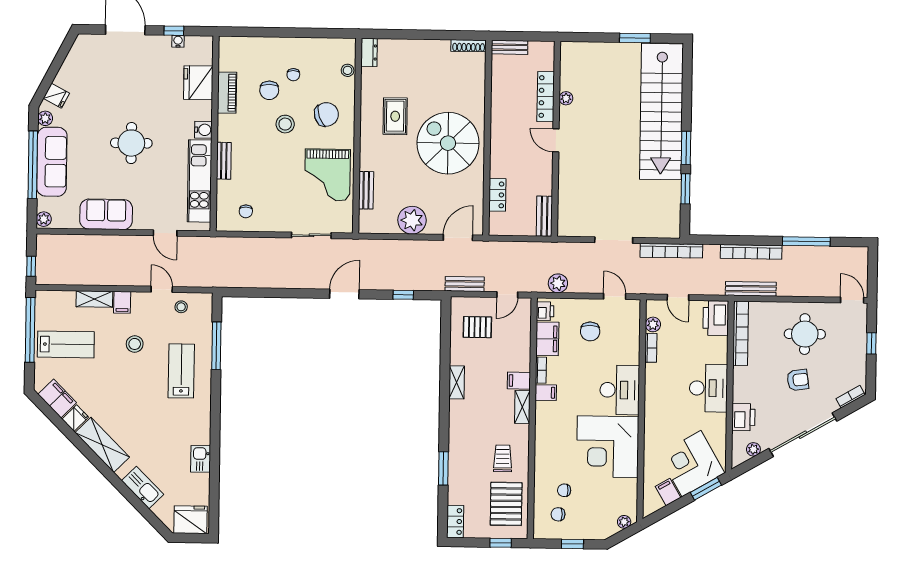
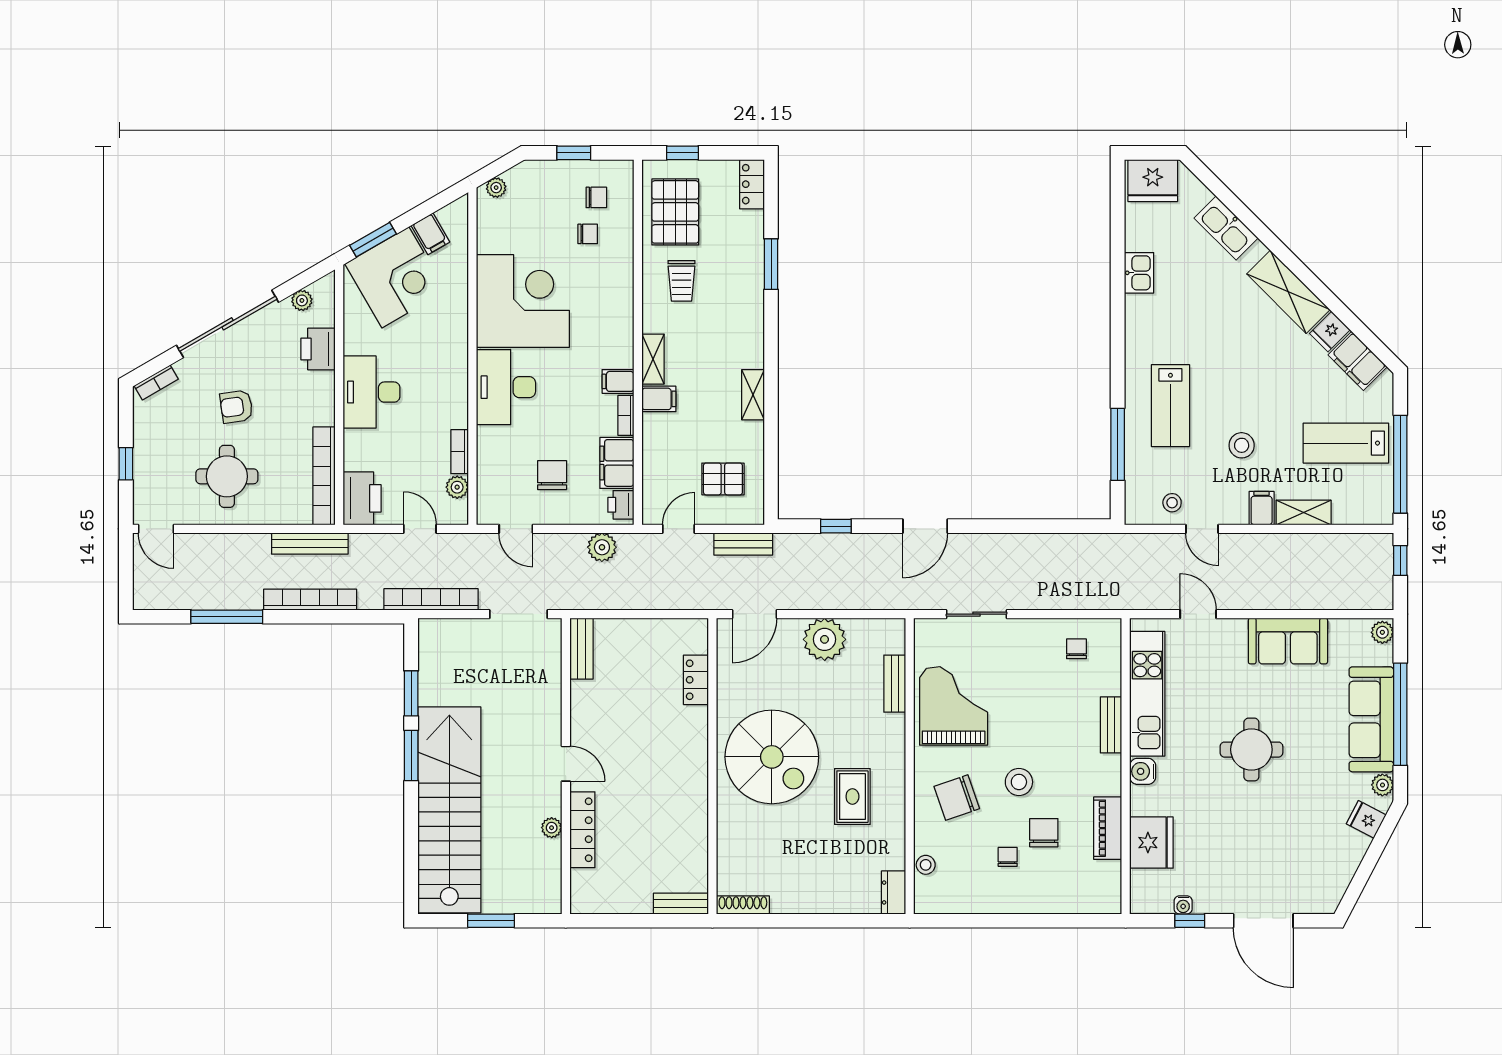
locker: (546, 97) -> (582, 830), moved
plant: (566, 98) -> (552, 828), moved
wall: (556, 139) -> (566, 766), moved
door: (556, 140) -> (566, 764), moved
bench: (544, 216) -> (581, 649), moved

